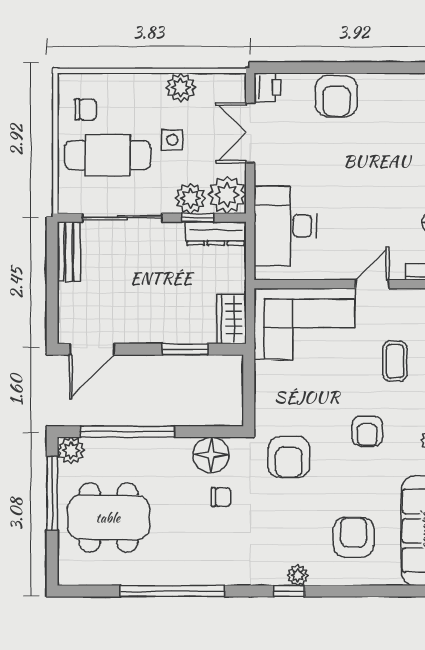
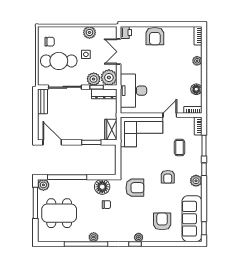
door: (92, 349) -> (52, 142), swing flipped
armchair: (289, 457) -> (135, 188), turned -90
plant: (190, 575) -> (94, 237), added

